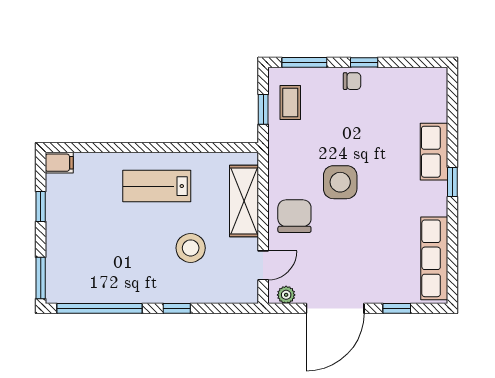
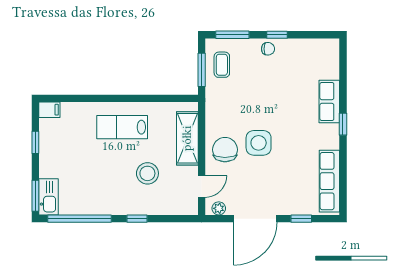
window: (263, 109) -> (202, 70), width x1.50
side table: (340, 182) -> (259, 143), moved
kitchen sink: (58, 279) -> (49, 197), added

